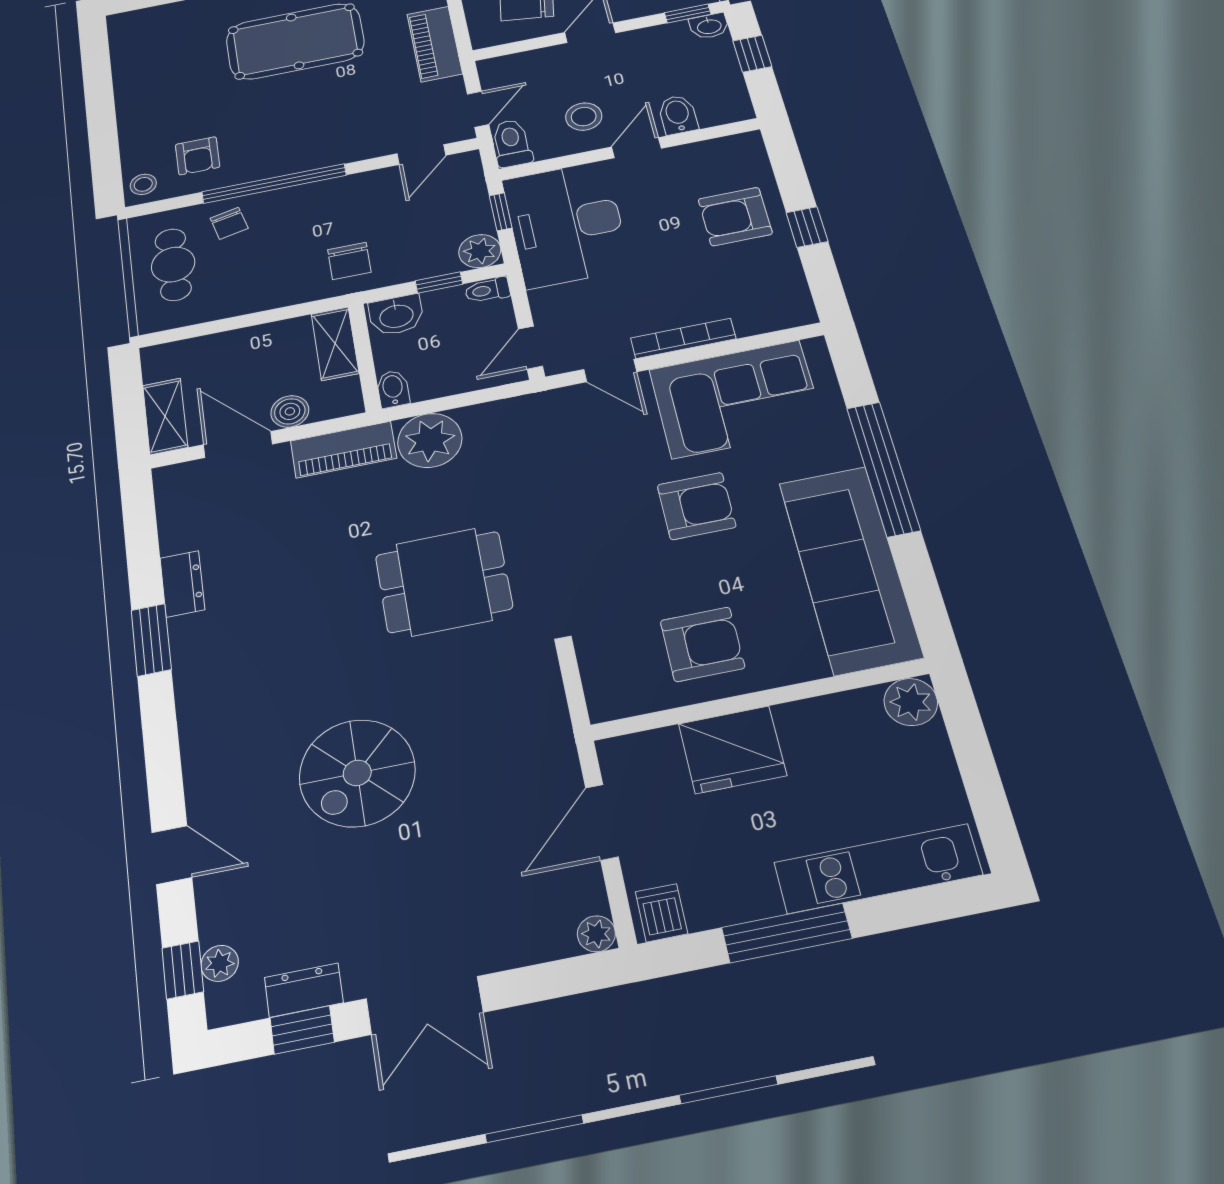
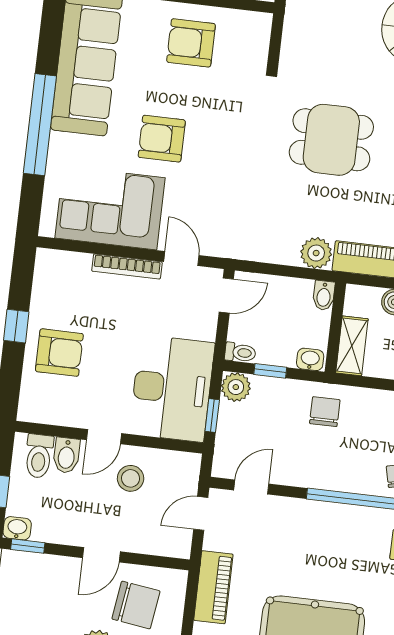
toilet: (512, 143) -> (39, 456), moved
washbasin: (396, 315) -> (310, 359), width x0.72, depth x0.69
plant: (430, 440) -> (316, 253), width x0.73, depth x0.73

